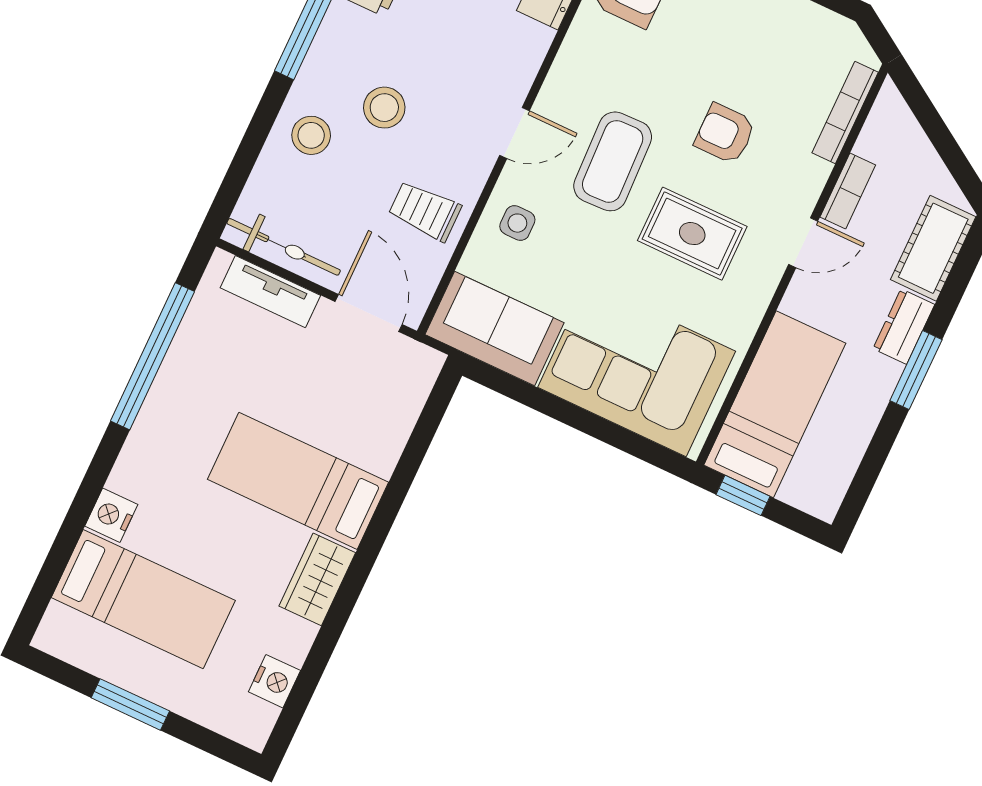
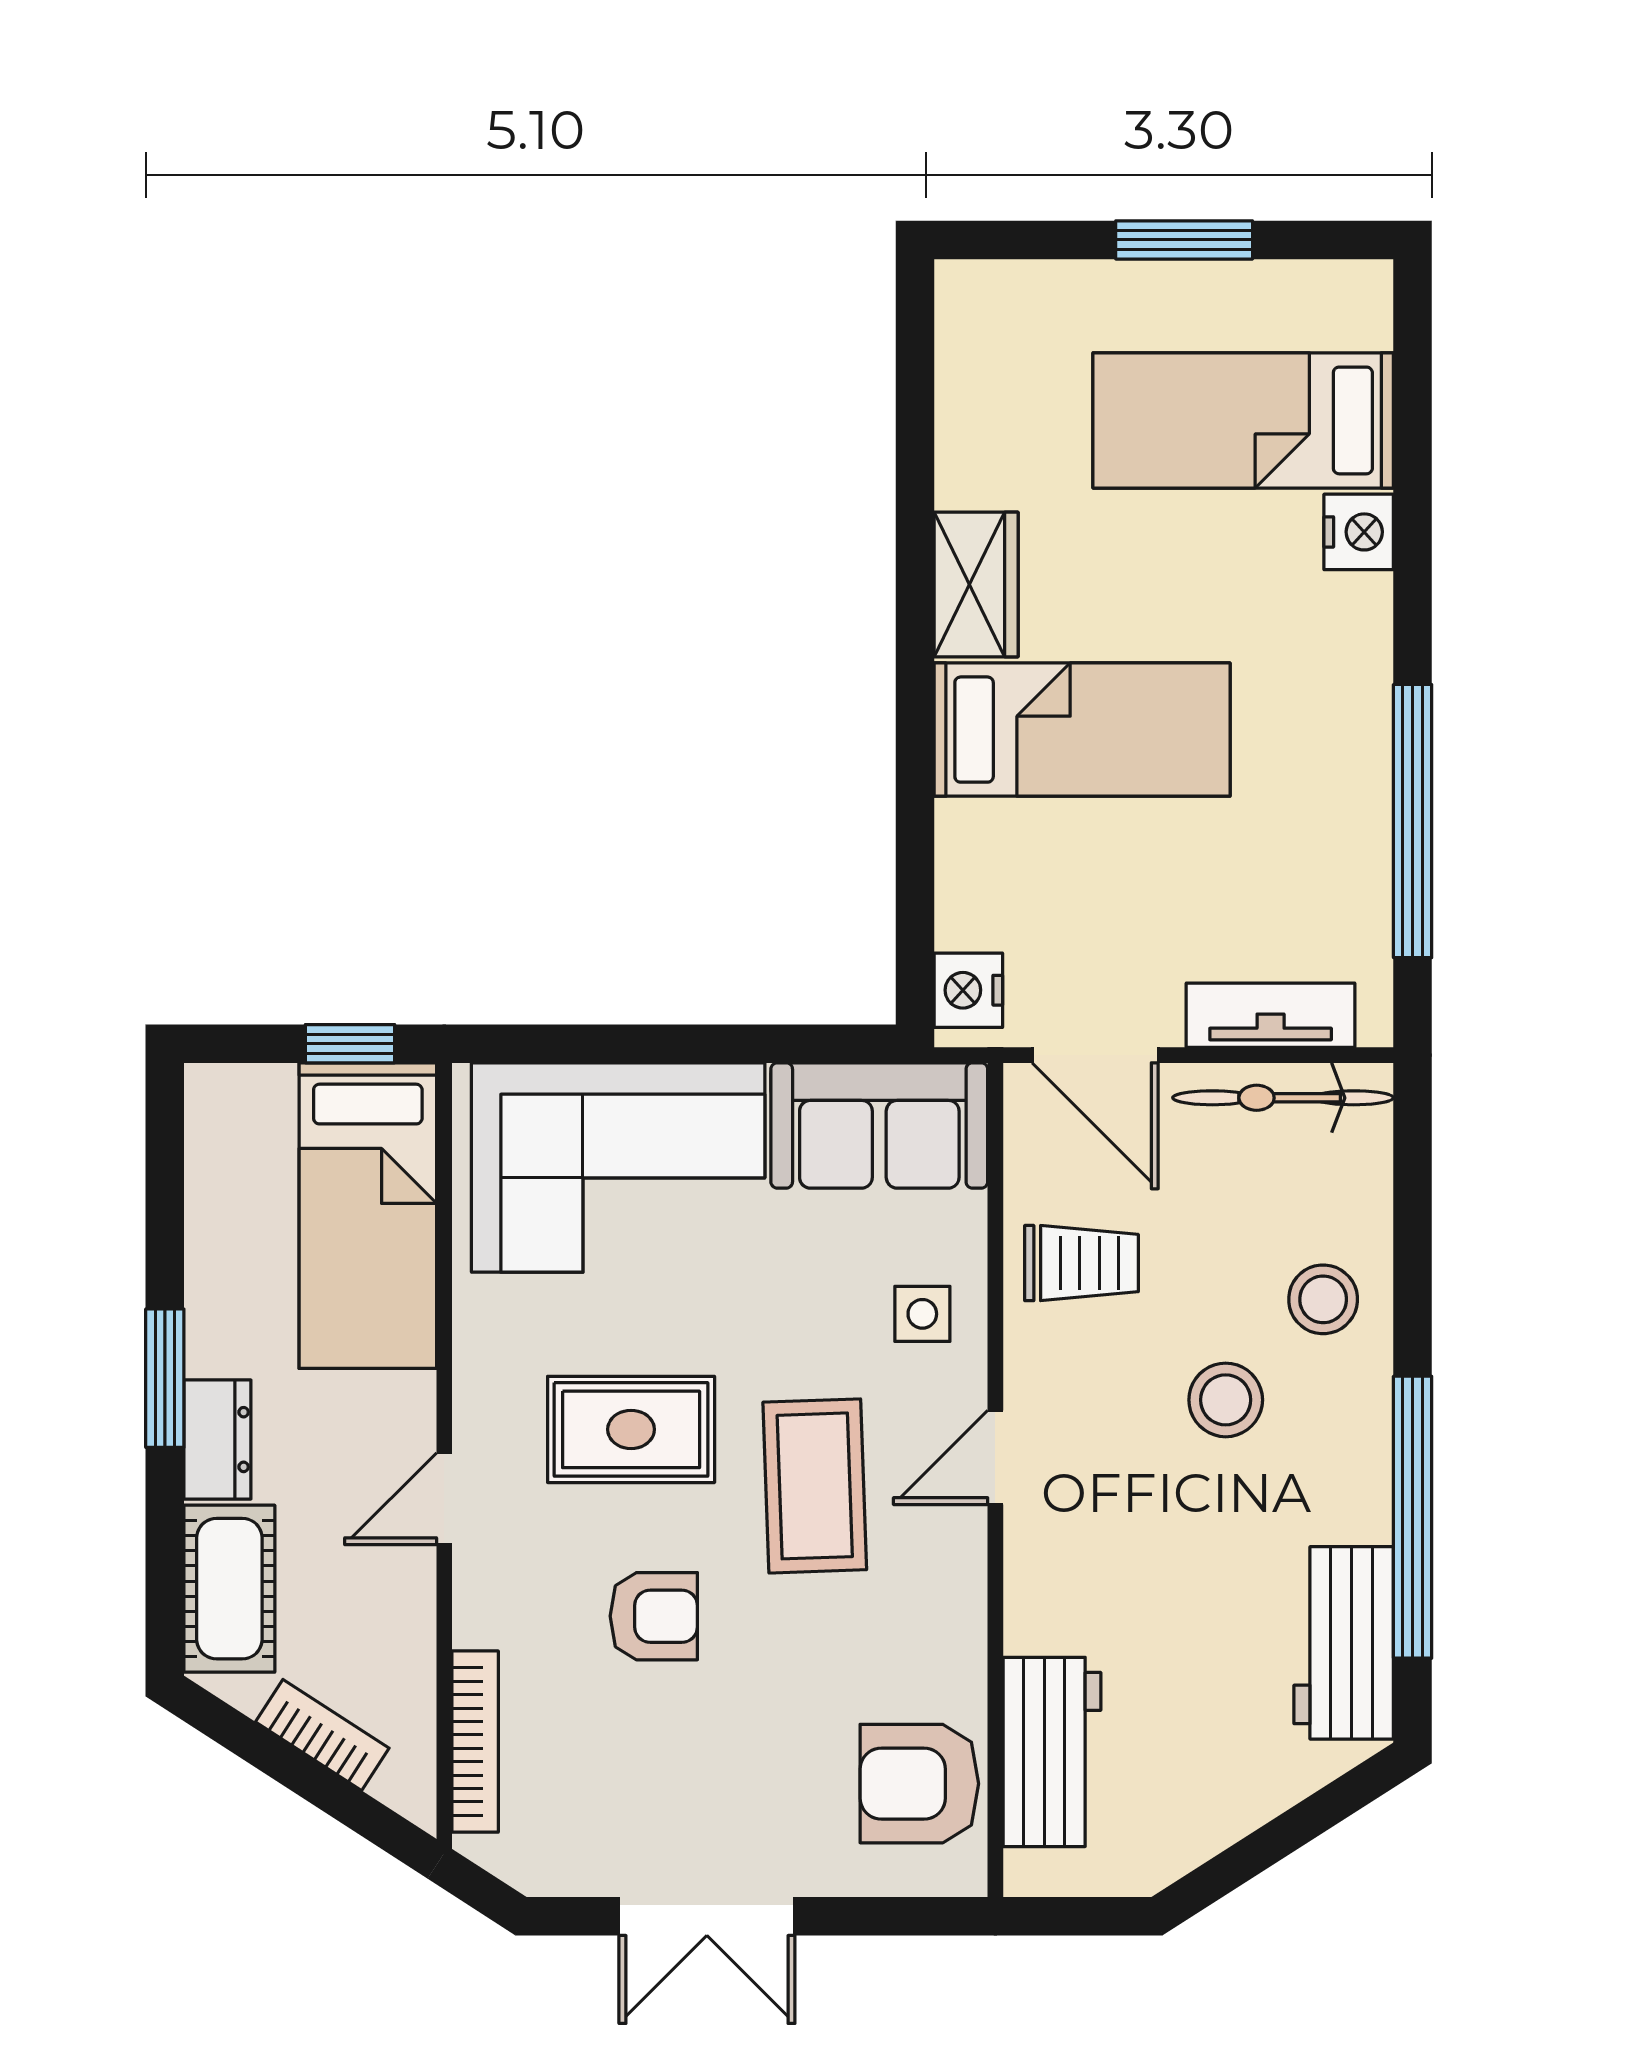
bookcase: (848, 191) -> (322, 1735), moved, turned 123
nightstand: (274, 681) -> (968, 990), moved

